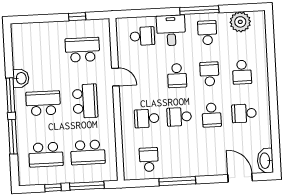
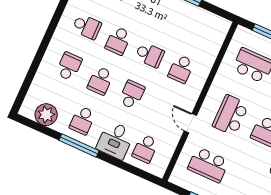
school desk: (142, 36) -> (145, 149), turned -90
school desk: (212, 115) -> (118, 41), turned 180
school desk: (147, 118) -> (181, 69), turned 90
school desk: (149, 160) -> (199, 29), removed

